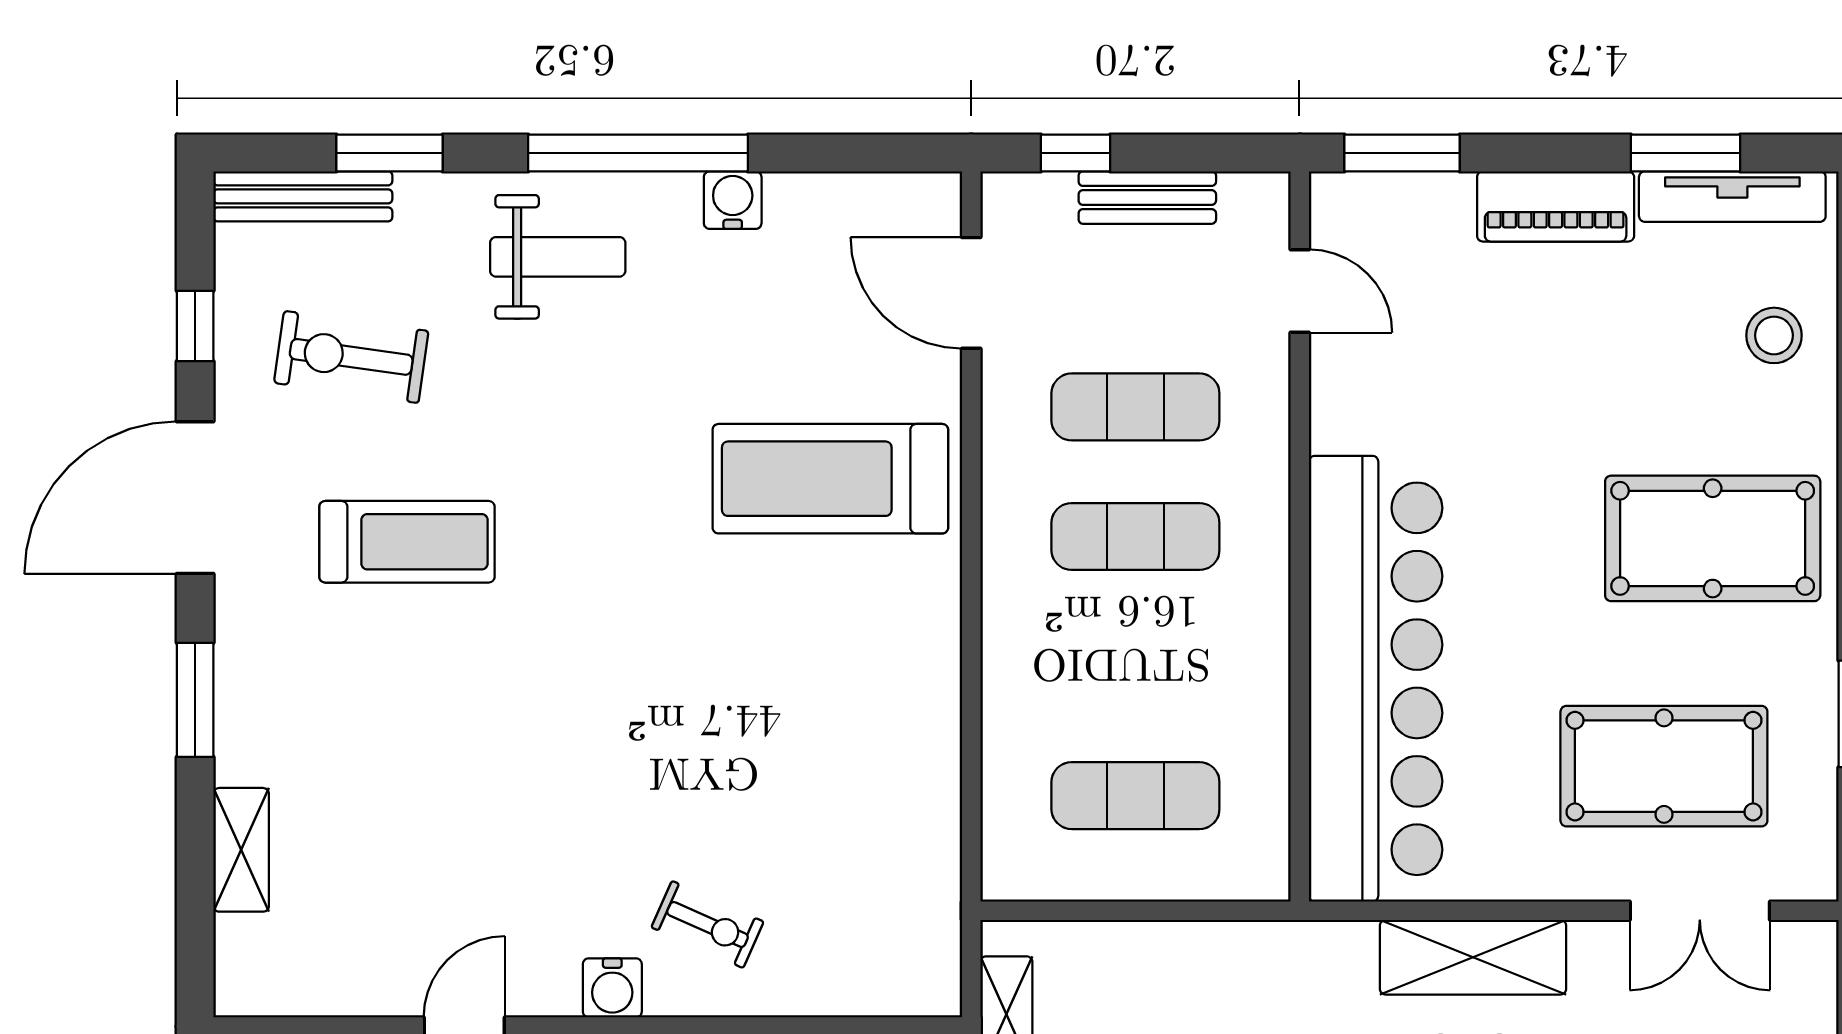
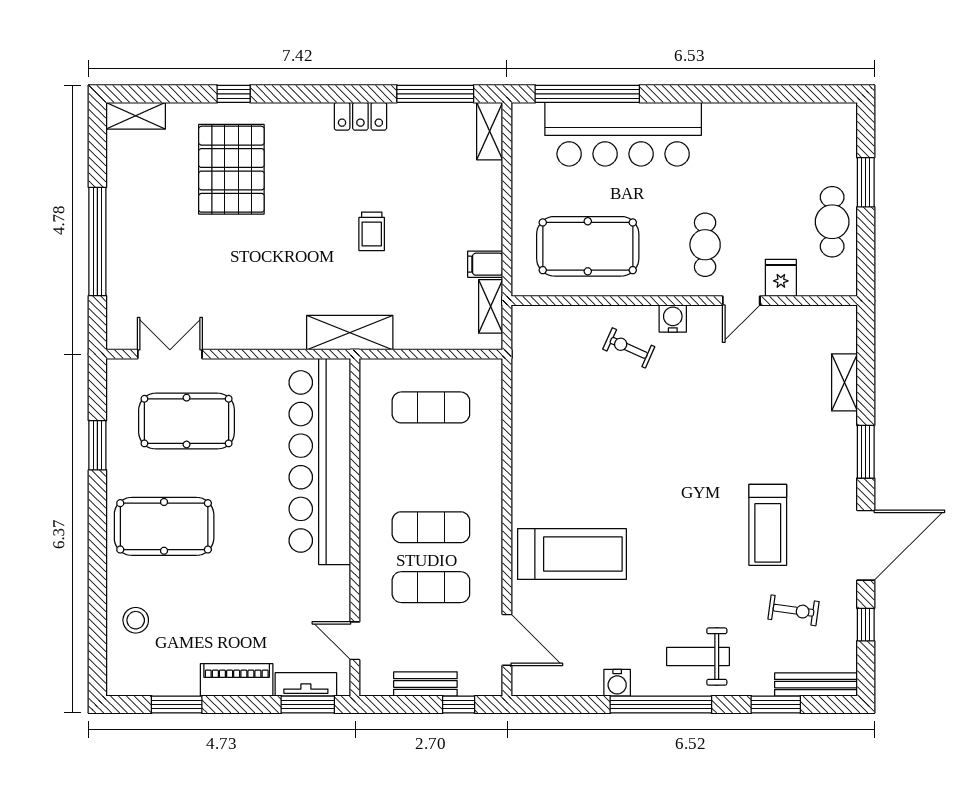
tv unit: (1732, 197) -> (306, 684), moved, width x0.71
exercise bike: (351, 357) -> (794, 610), width x0.73, depth x0.72
treadmill: (407, 542) -> (768, 525), turned -90
shelving: (1473, 957) -> (350, 333), moved

